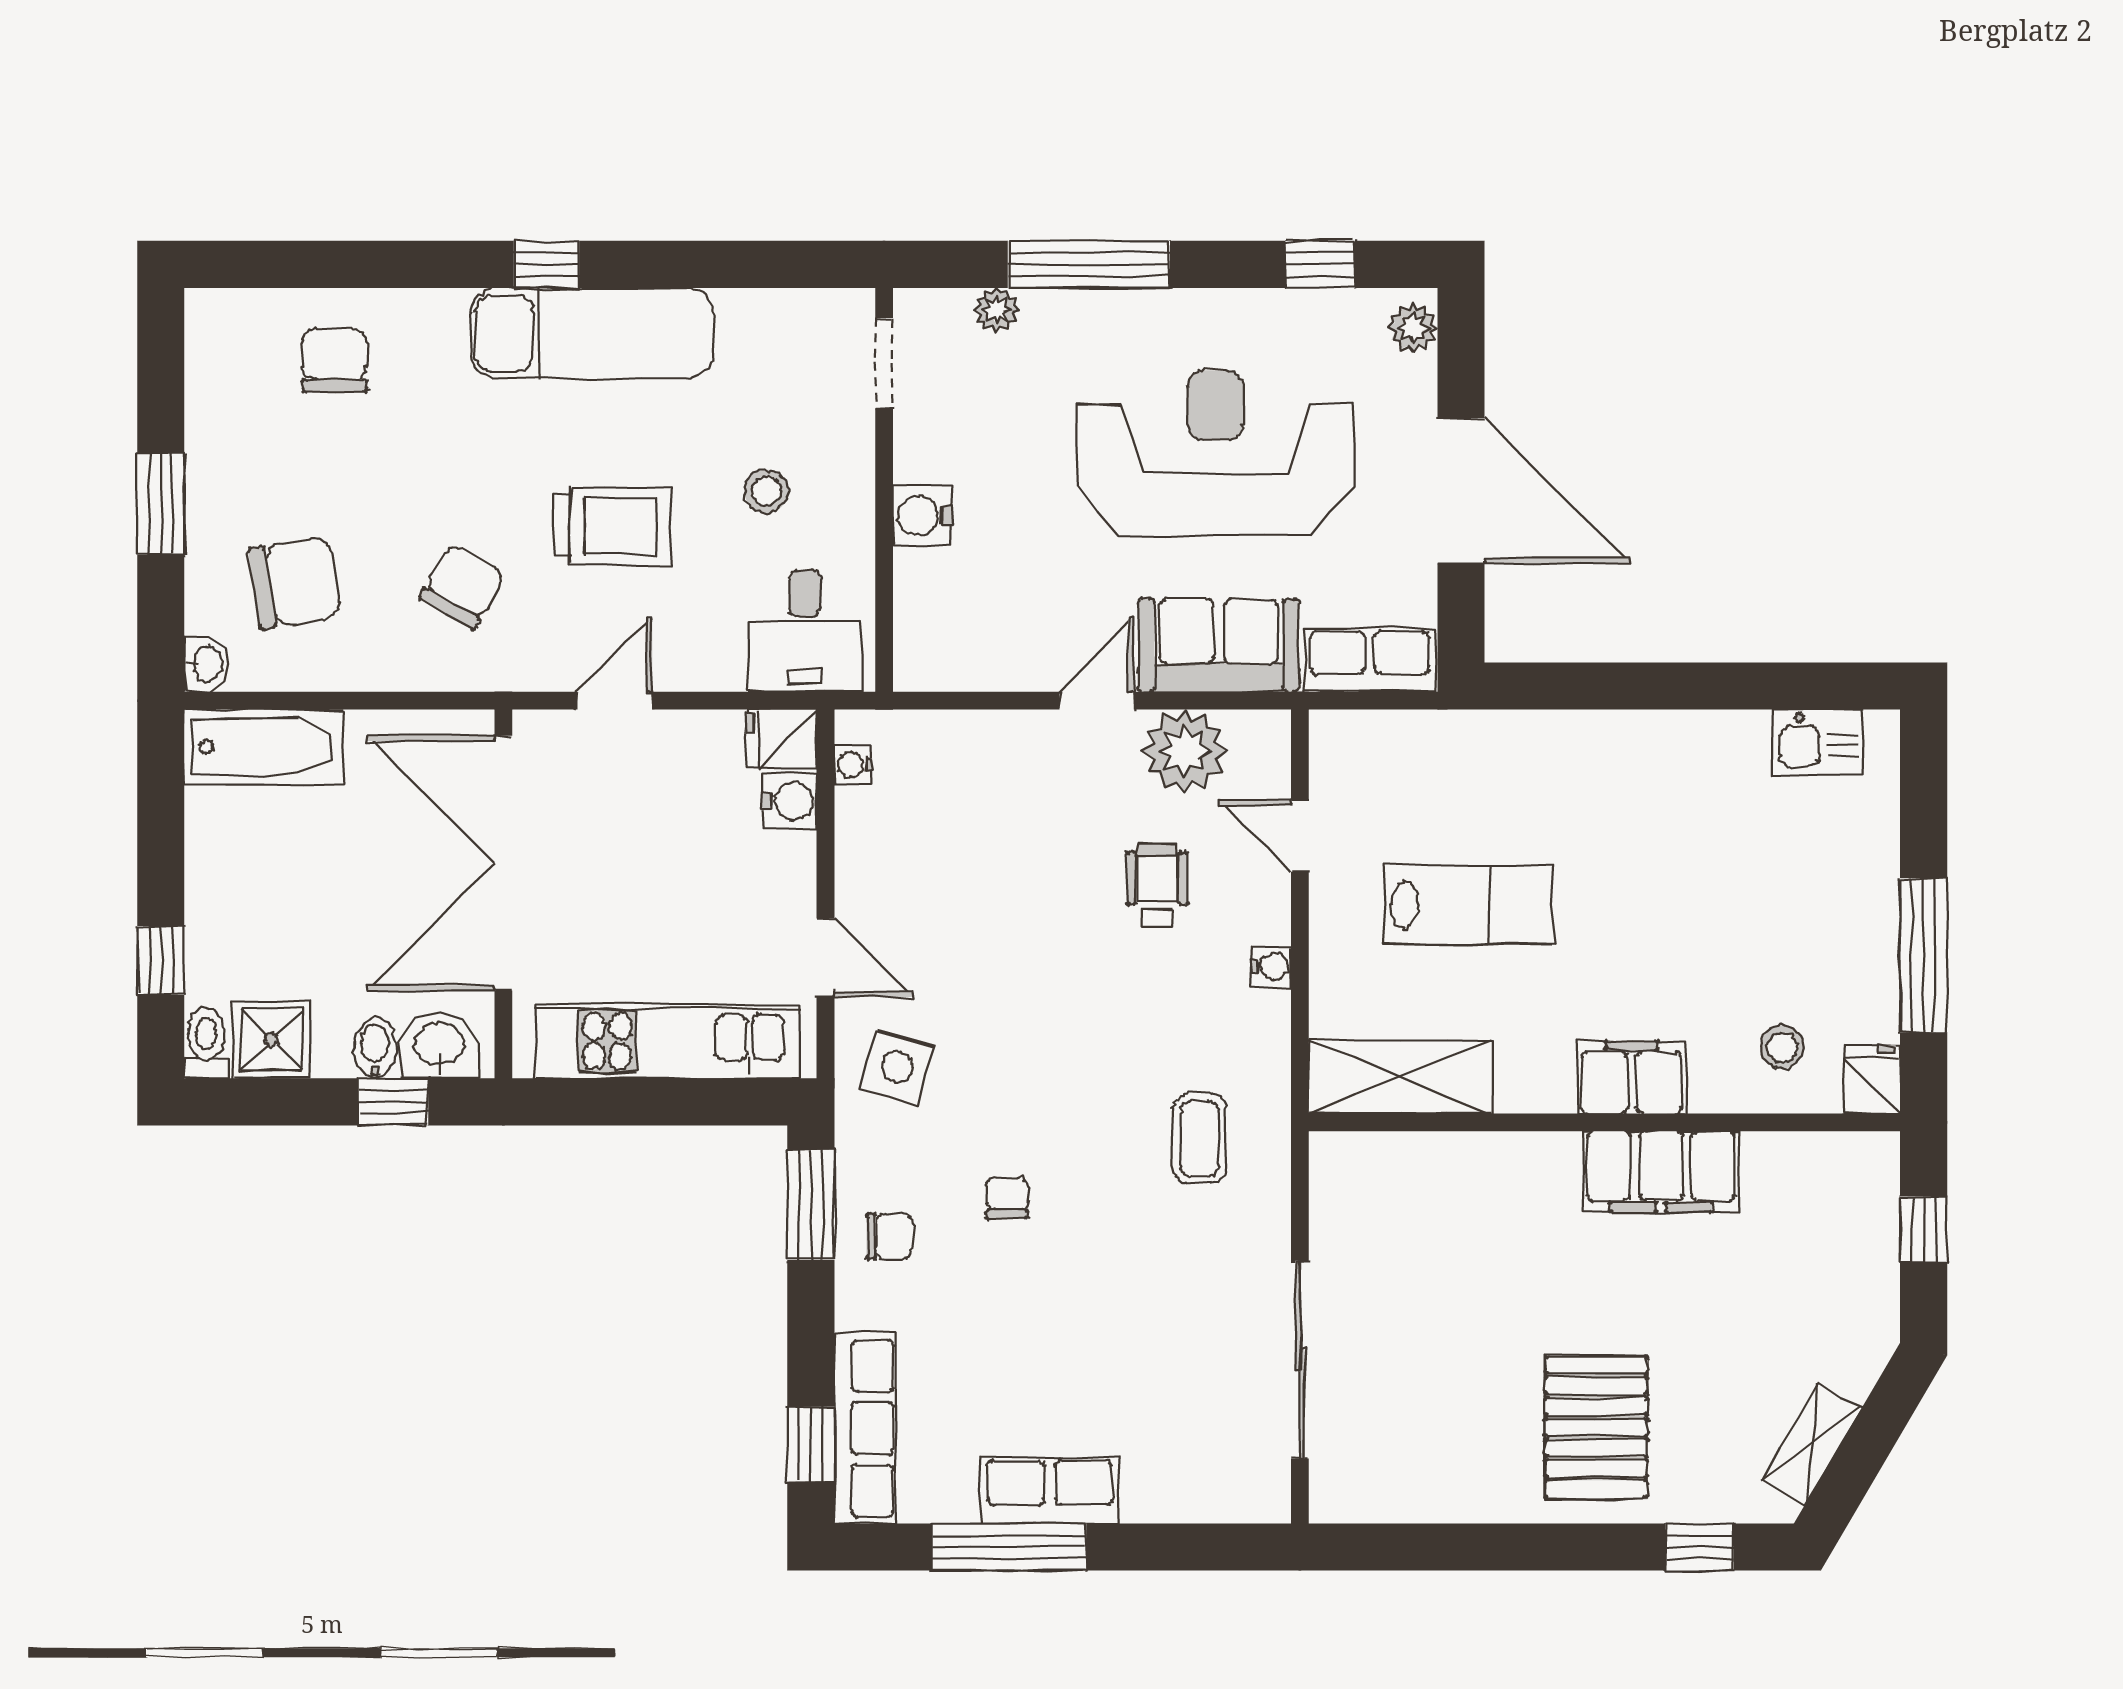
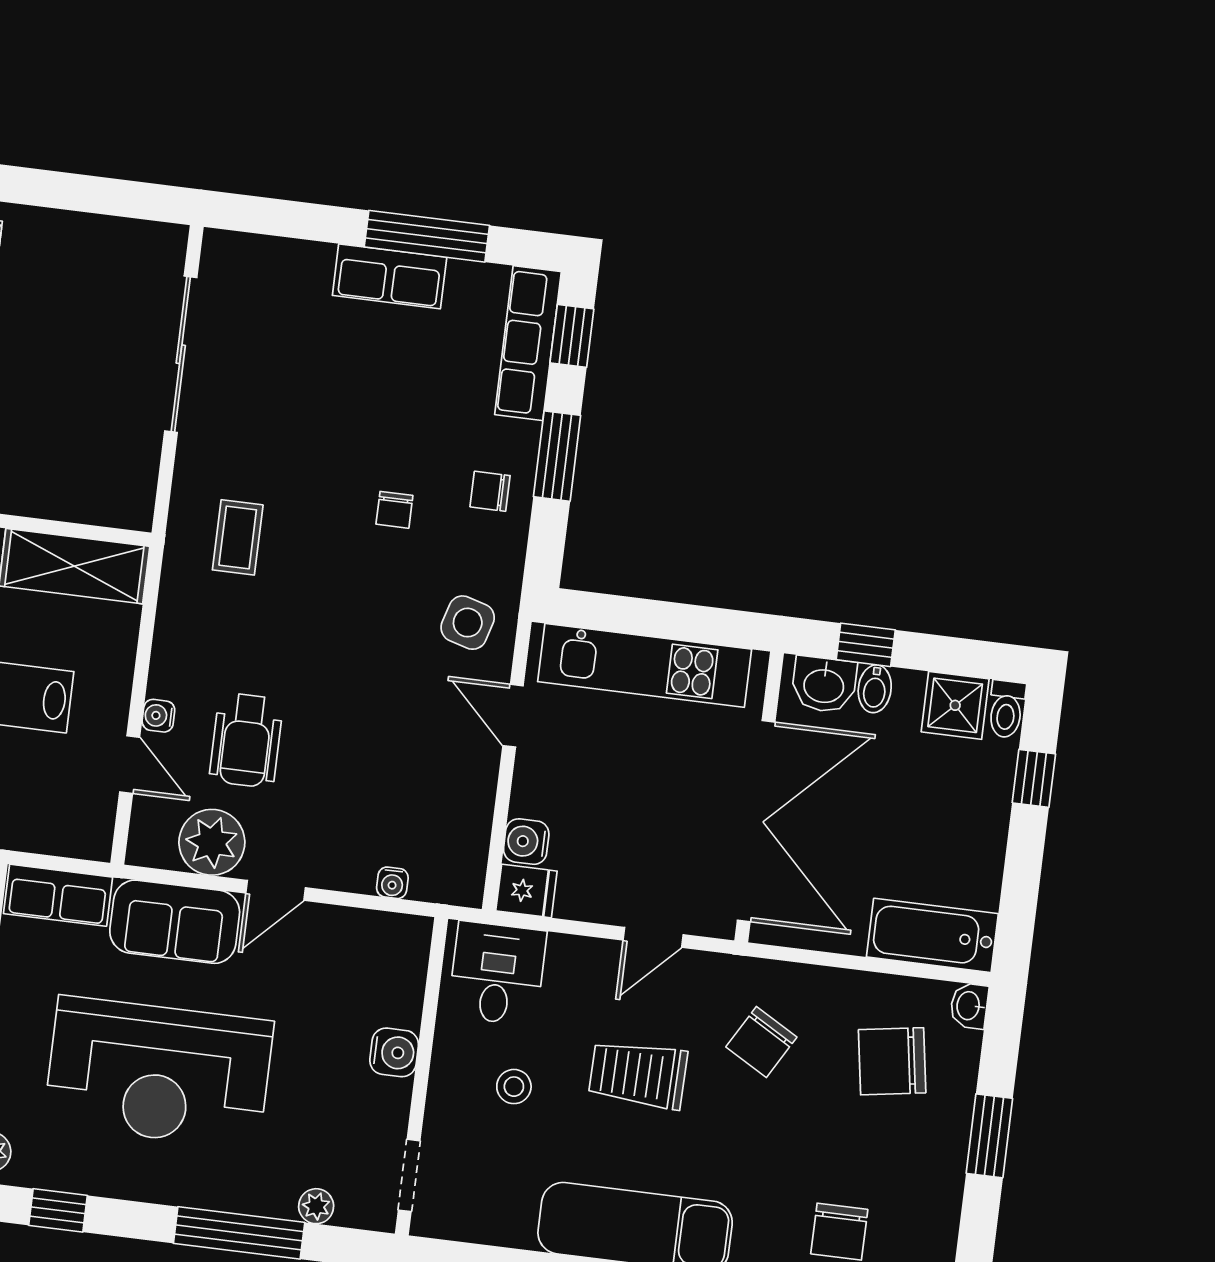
water cooler: (853, 765) -> (392, 883), moved, turned 90
wheelchair: (1157, 885) -> (246, 740), width x1.36, depth x1.37
water cooler: (1271, 967) -> (158, 716), moved
window: (811, 1205) -> (557, 456), moved

